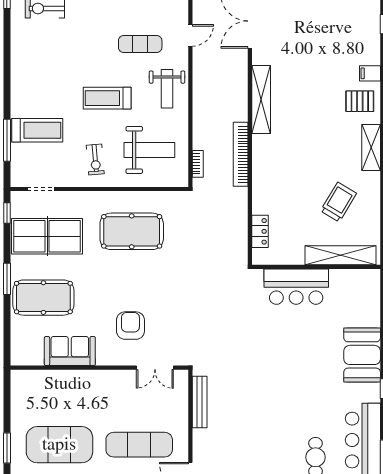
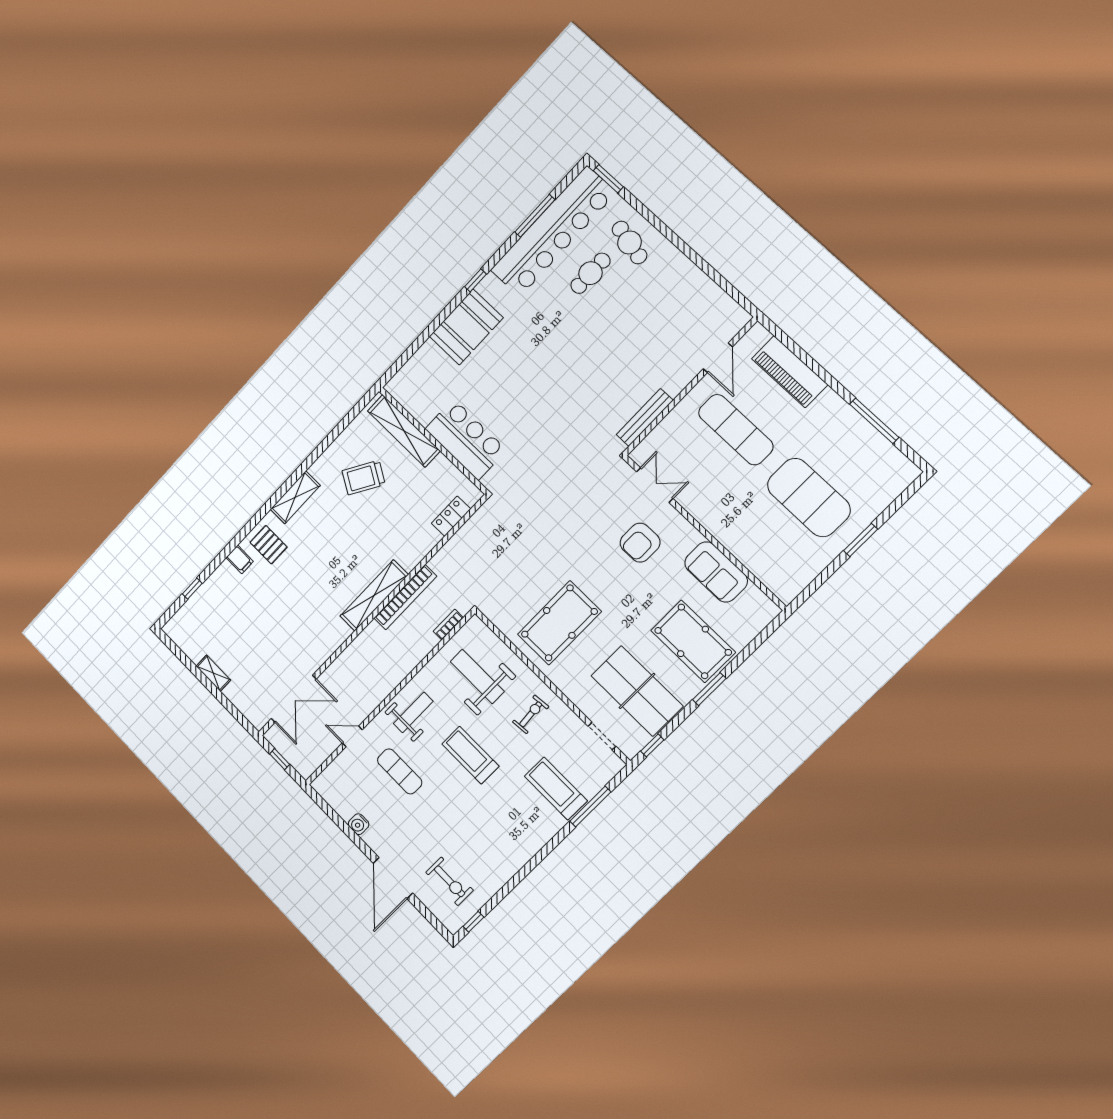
treadmill: (107, 98) -> (470, 755), turned 180
shelving: (261, 100) -> (374, 595), moved
pool table: (132, 231) -> (559, 623), turned 90

